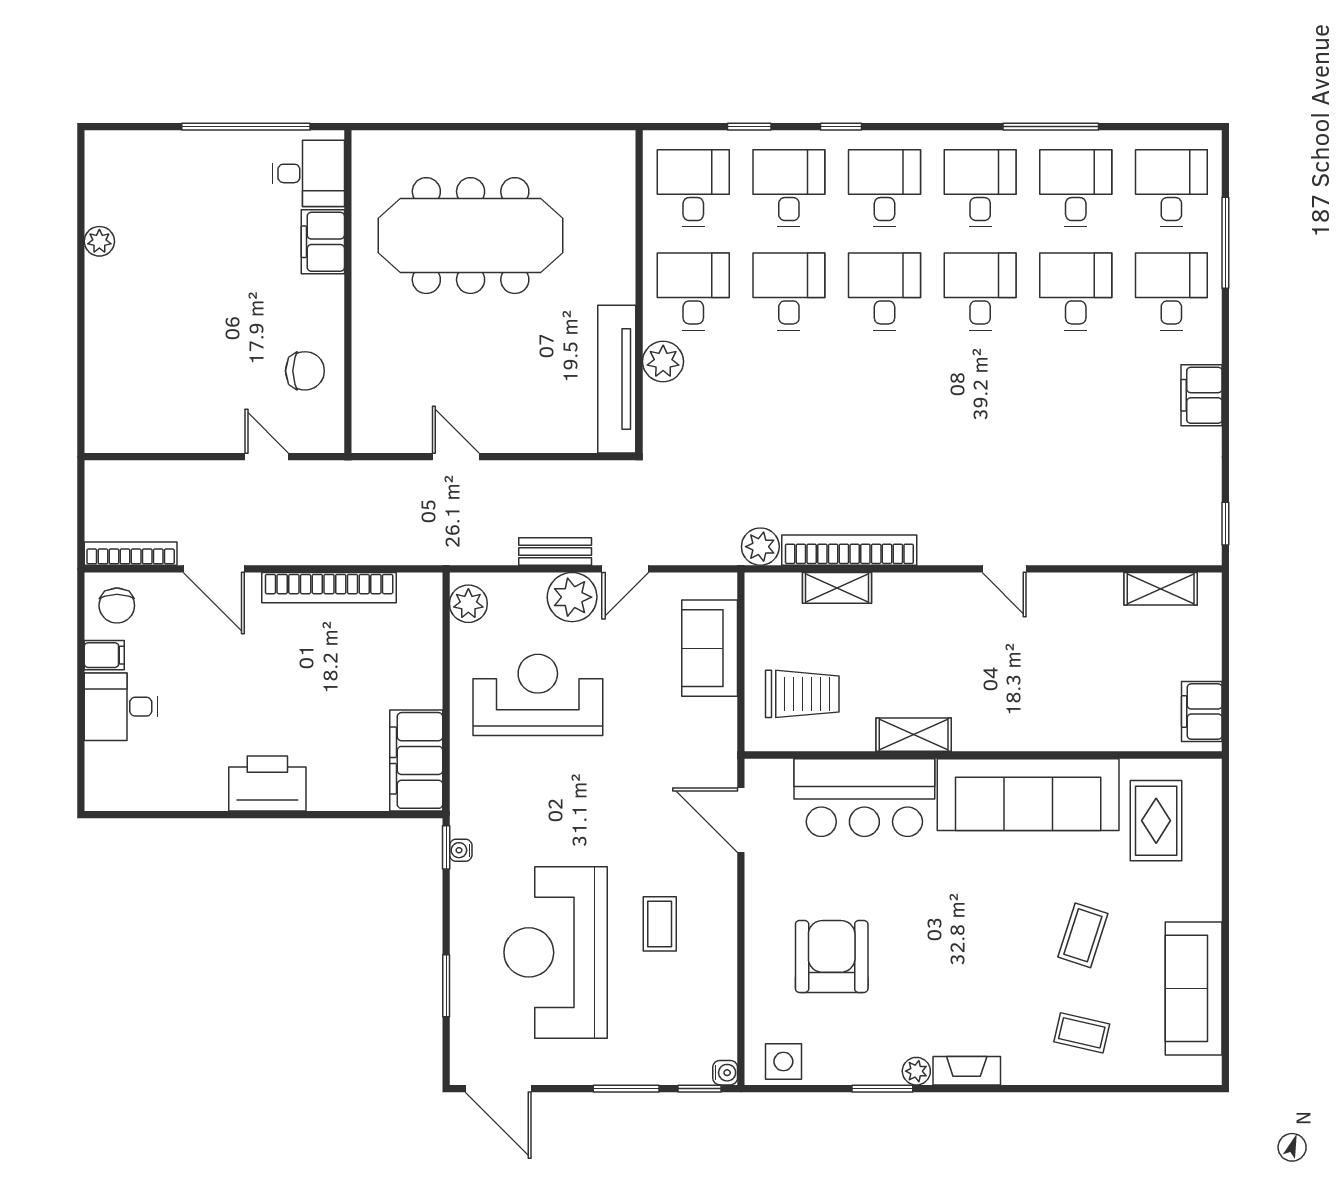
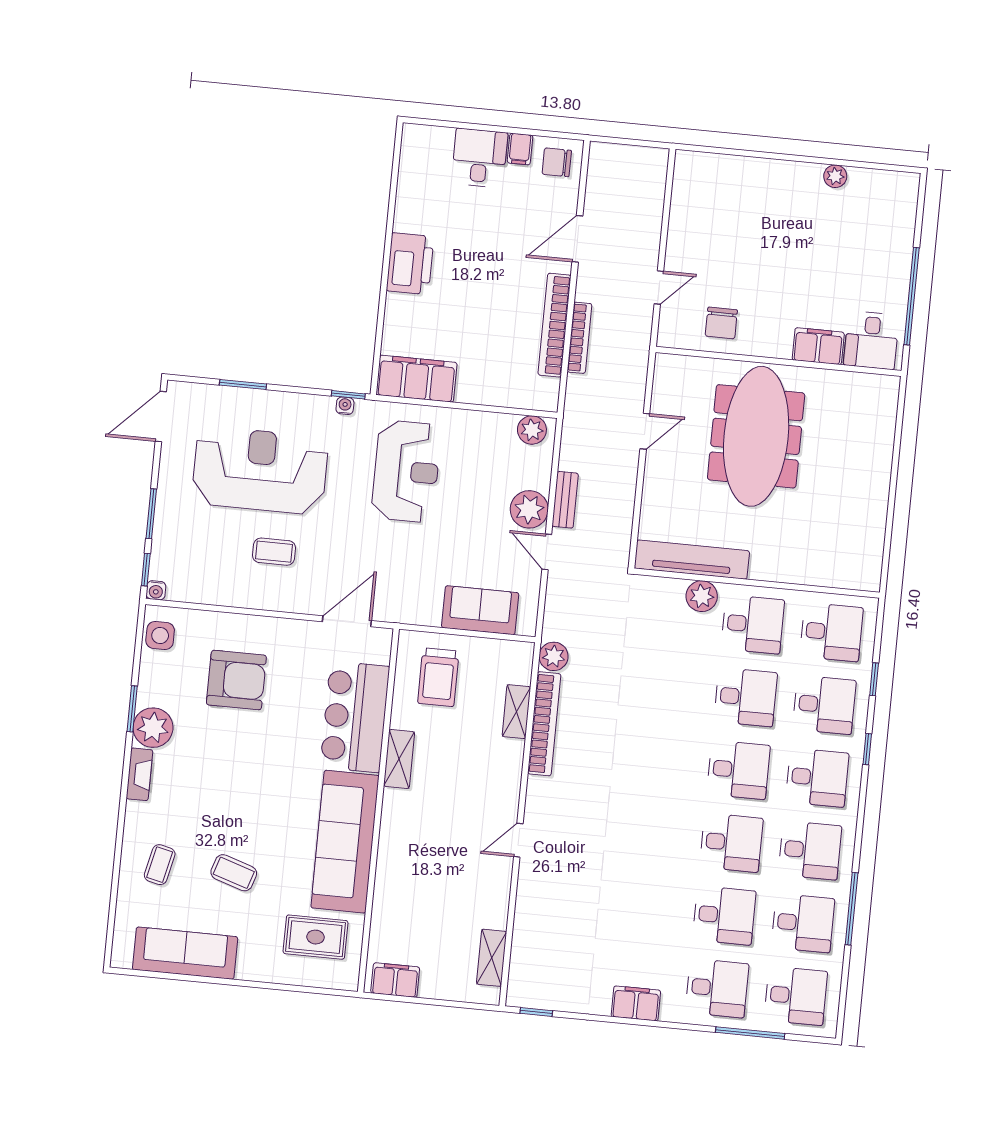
meeting table: (471, 236) -> (756, 436), moved
bookcase: (131, 554) -> (579, 338), moved
reception desk: (538, 695) -> (406, 471), moved
plant: (916, 1071) -> (153, 728), width x1.88, depth x1.88

